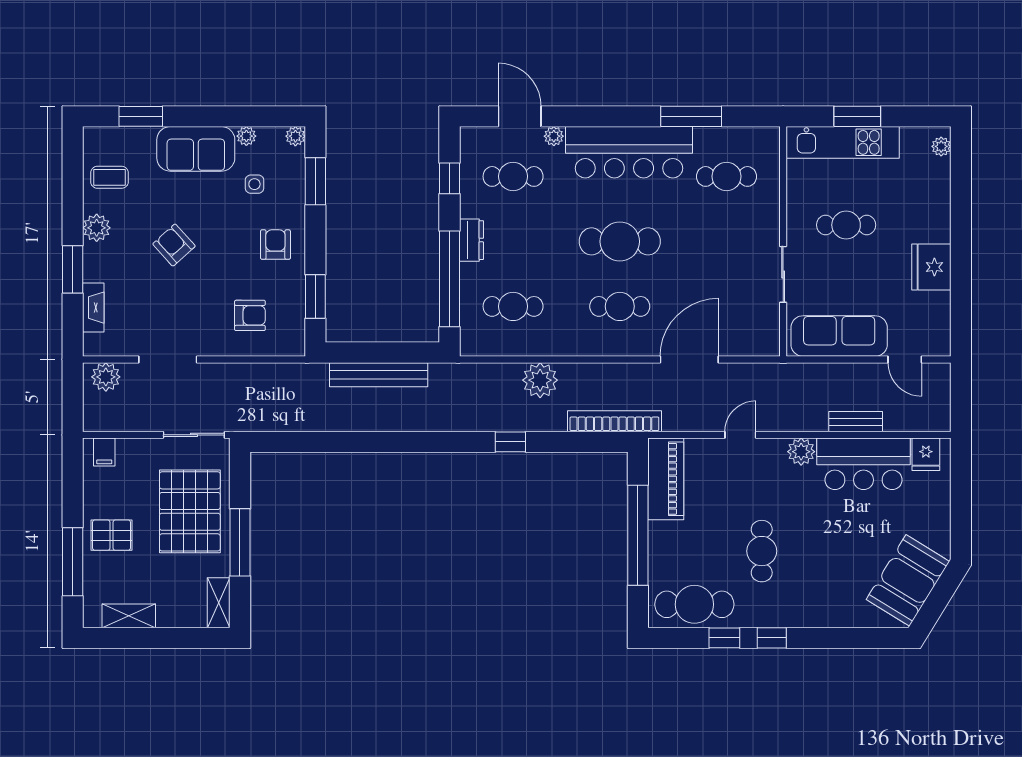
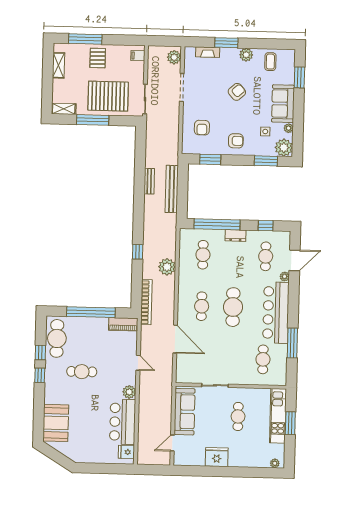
plant: (295, 136) -> (284, 148), width x1.87, depth x1.87
bench: (856, 422) -> (149, 181), moved
piano: (666, 479) -> (123, 324), width x0.73, depth x0.75
booth: (908, 580) -> (56, 423), moved, turned 58

